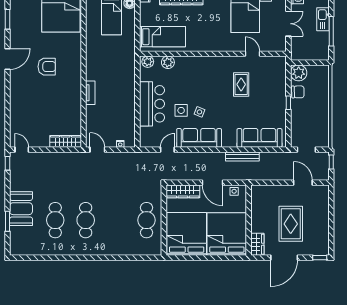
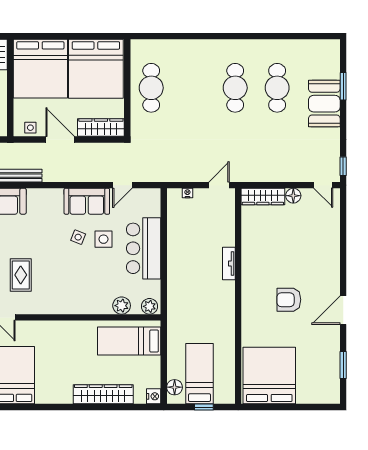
sofa: (199, 138) -> (87, 201), width x0.73
floor lamp: (44, 142) -> (293, 196), added
door: (97, 150) -> (219, 185), swing flipped

